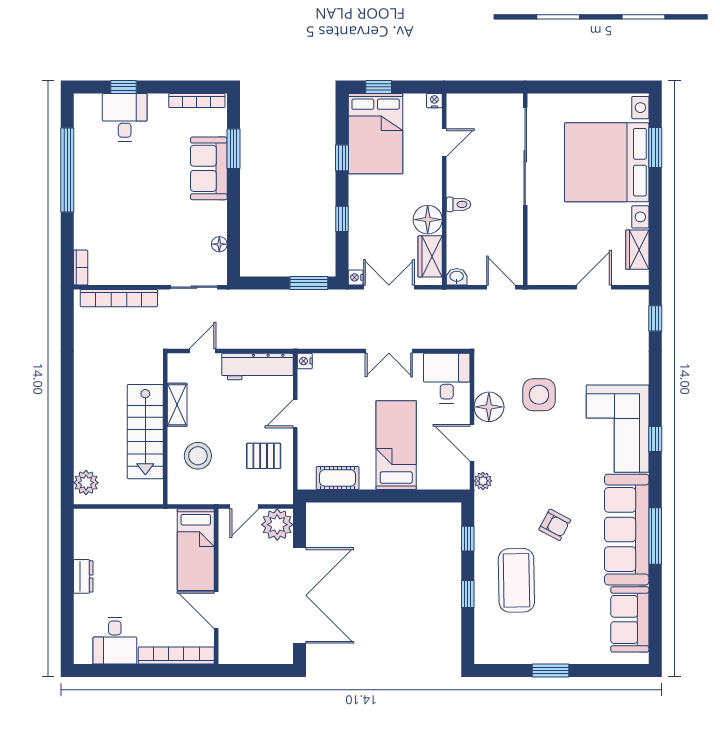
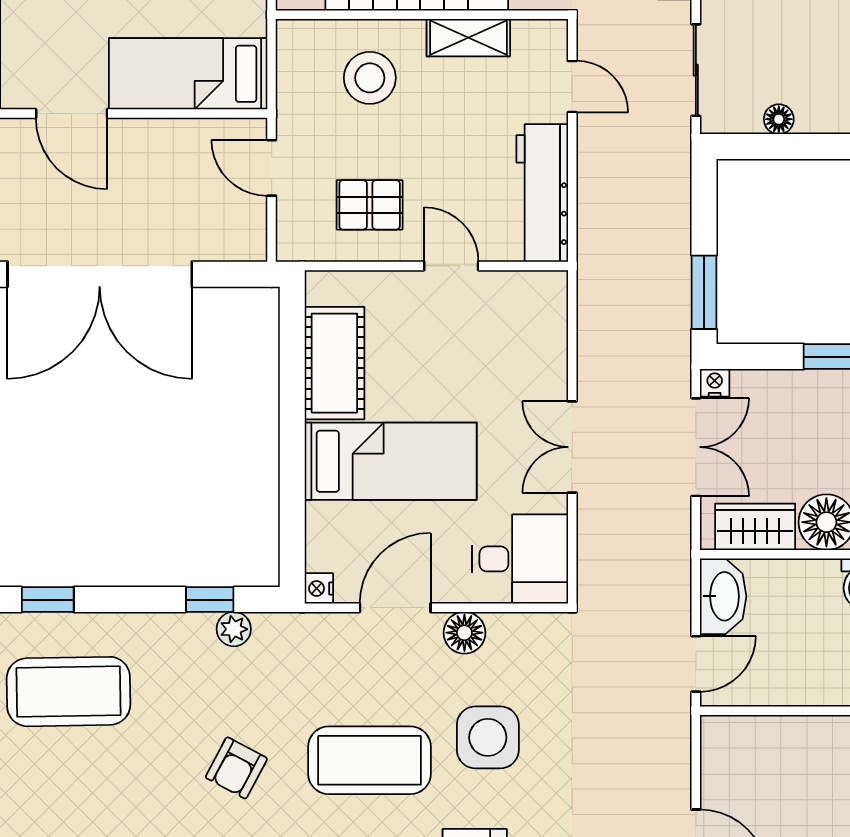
washbasin: (457, 277) -> (723, 596), width x1.91, depth x1.45
nightstand: (305, 361) -> (319, 588), moved, turned -90
floor lamp: (489, 407) -> (464, 633), width x0.73, depth x0.73
pallet: (264, 456) -> (370, 205), turned 90
coffee table: (551, 456) -> (370, 760), added
cot: (338, 478) -> (334, 363), width x1.37, depth x1.34
plant: (483, 481) -> (234, 629), moved
plant: (277, 525) -> (237, 231), removed
coffee table: (516, 580) -> (68, 692), moved
window: (468, 594) -> (48, 600), moved
door: (216, 610) -> (72, 114), swing flipped

